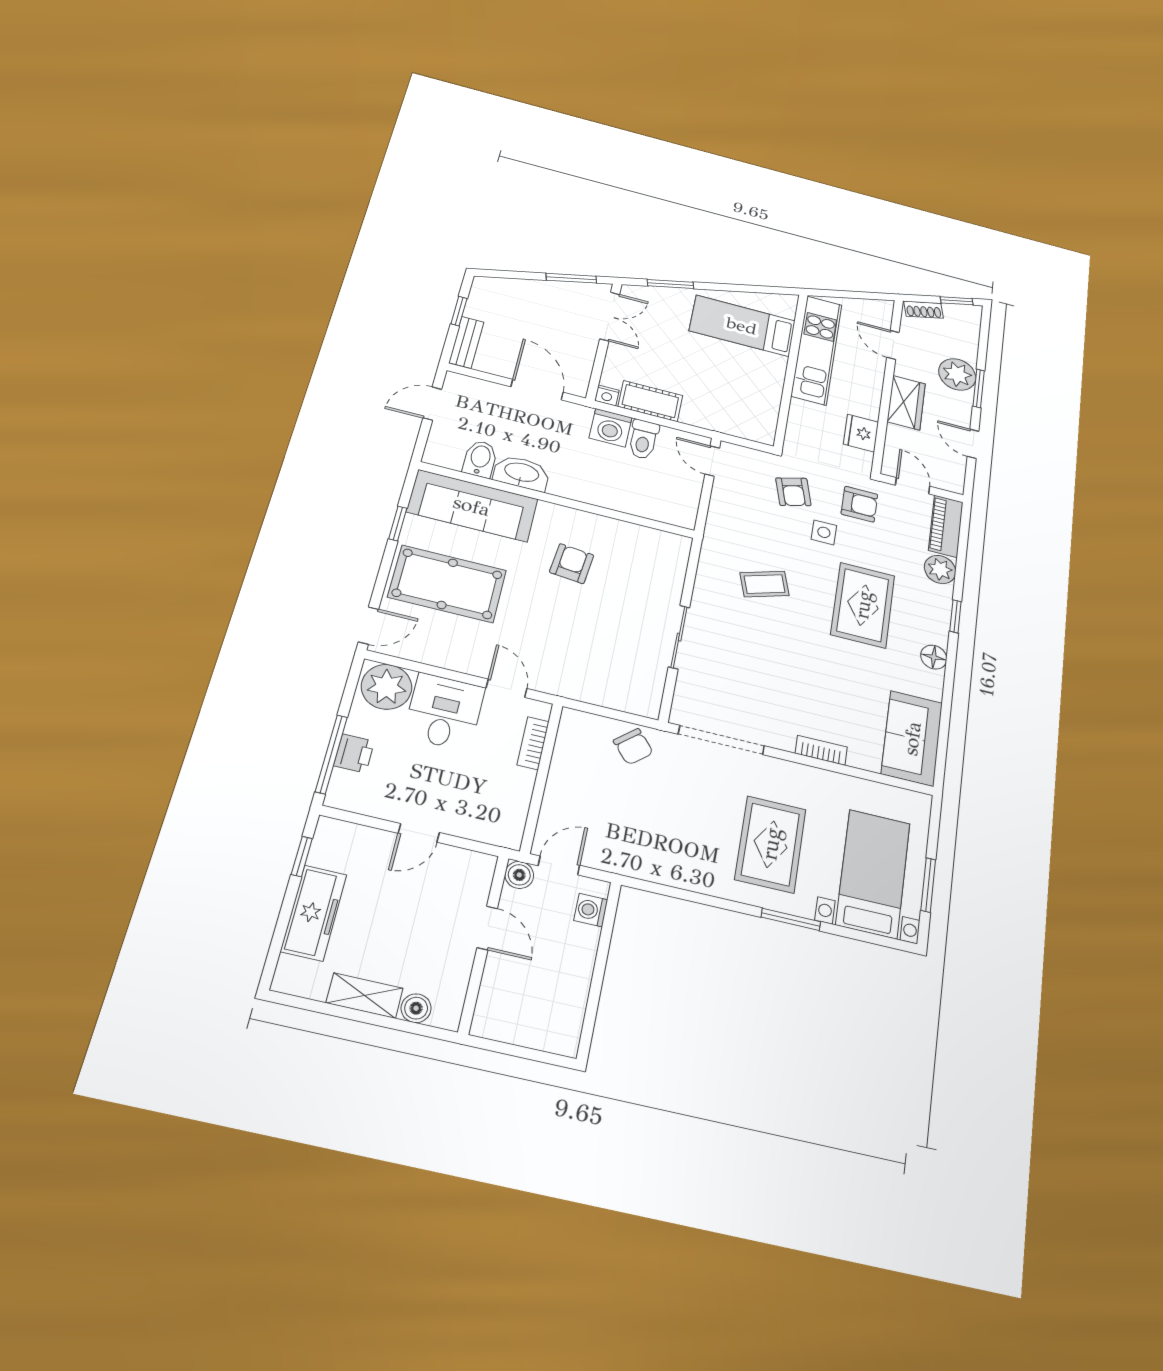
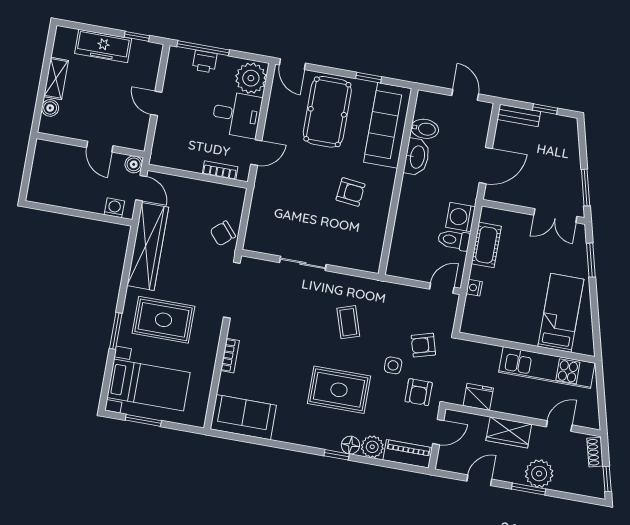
nightstand: (607, 395) -> (474, 288), moved
floor lamp: (934, 657) -> (350, 445), moved
wardrobe: (654, 861) -> (148, 246), added
door: (487, 928) -> (100, 147), hinge flipped

